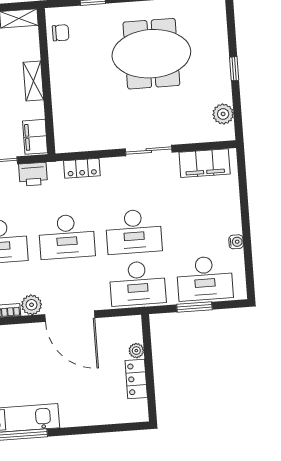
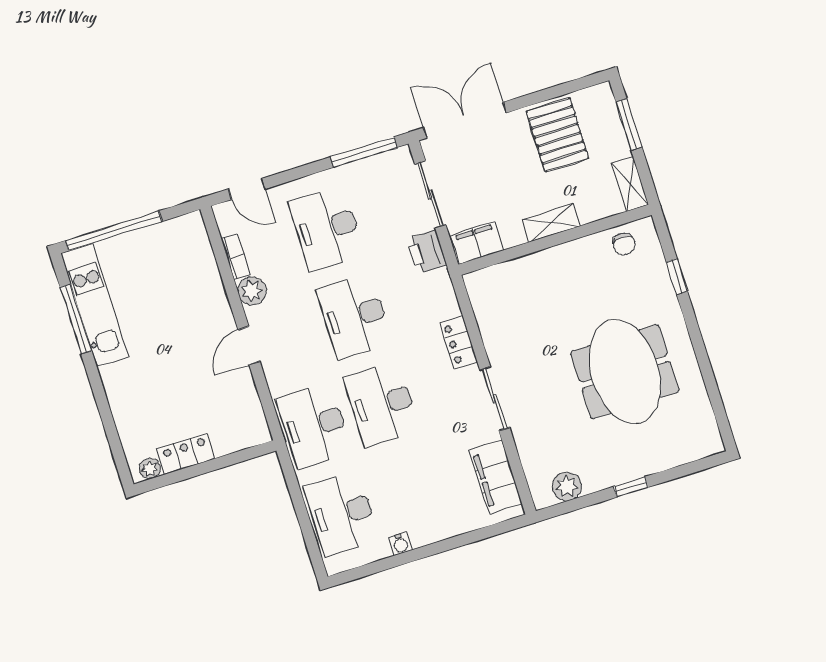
locker: (82, 168) -> (459, 343), moved
window: (194, 307) -> (300, 509), removed
door: (70, 316) -> (249, 346), width x0.53
plant: (136, 351) -> (150, 469), moved

